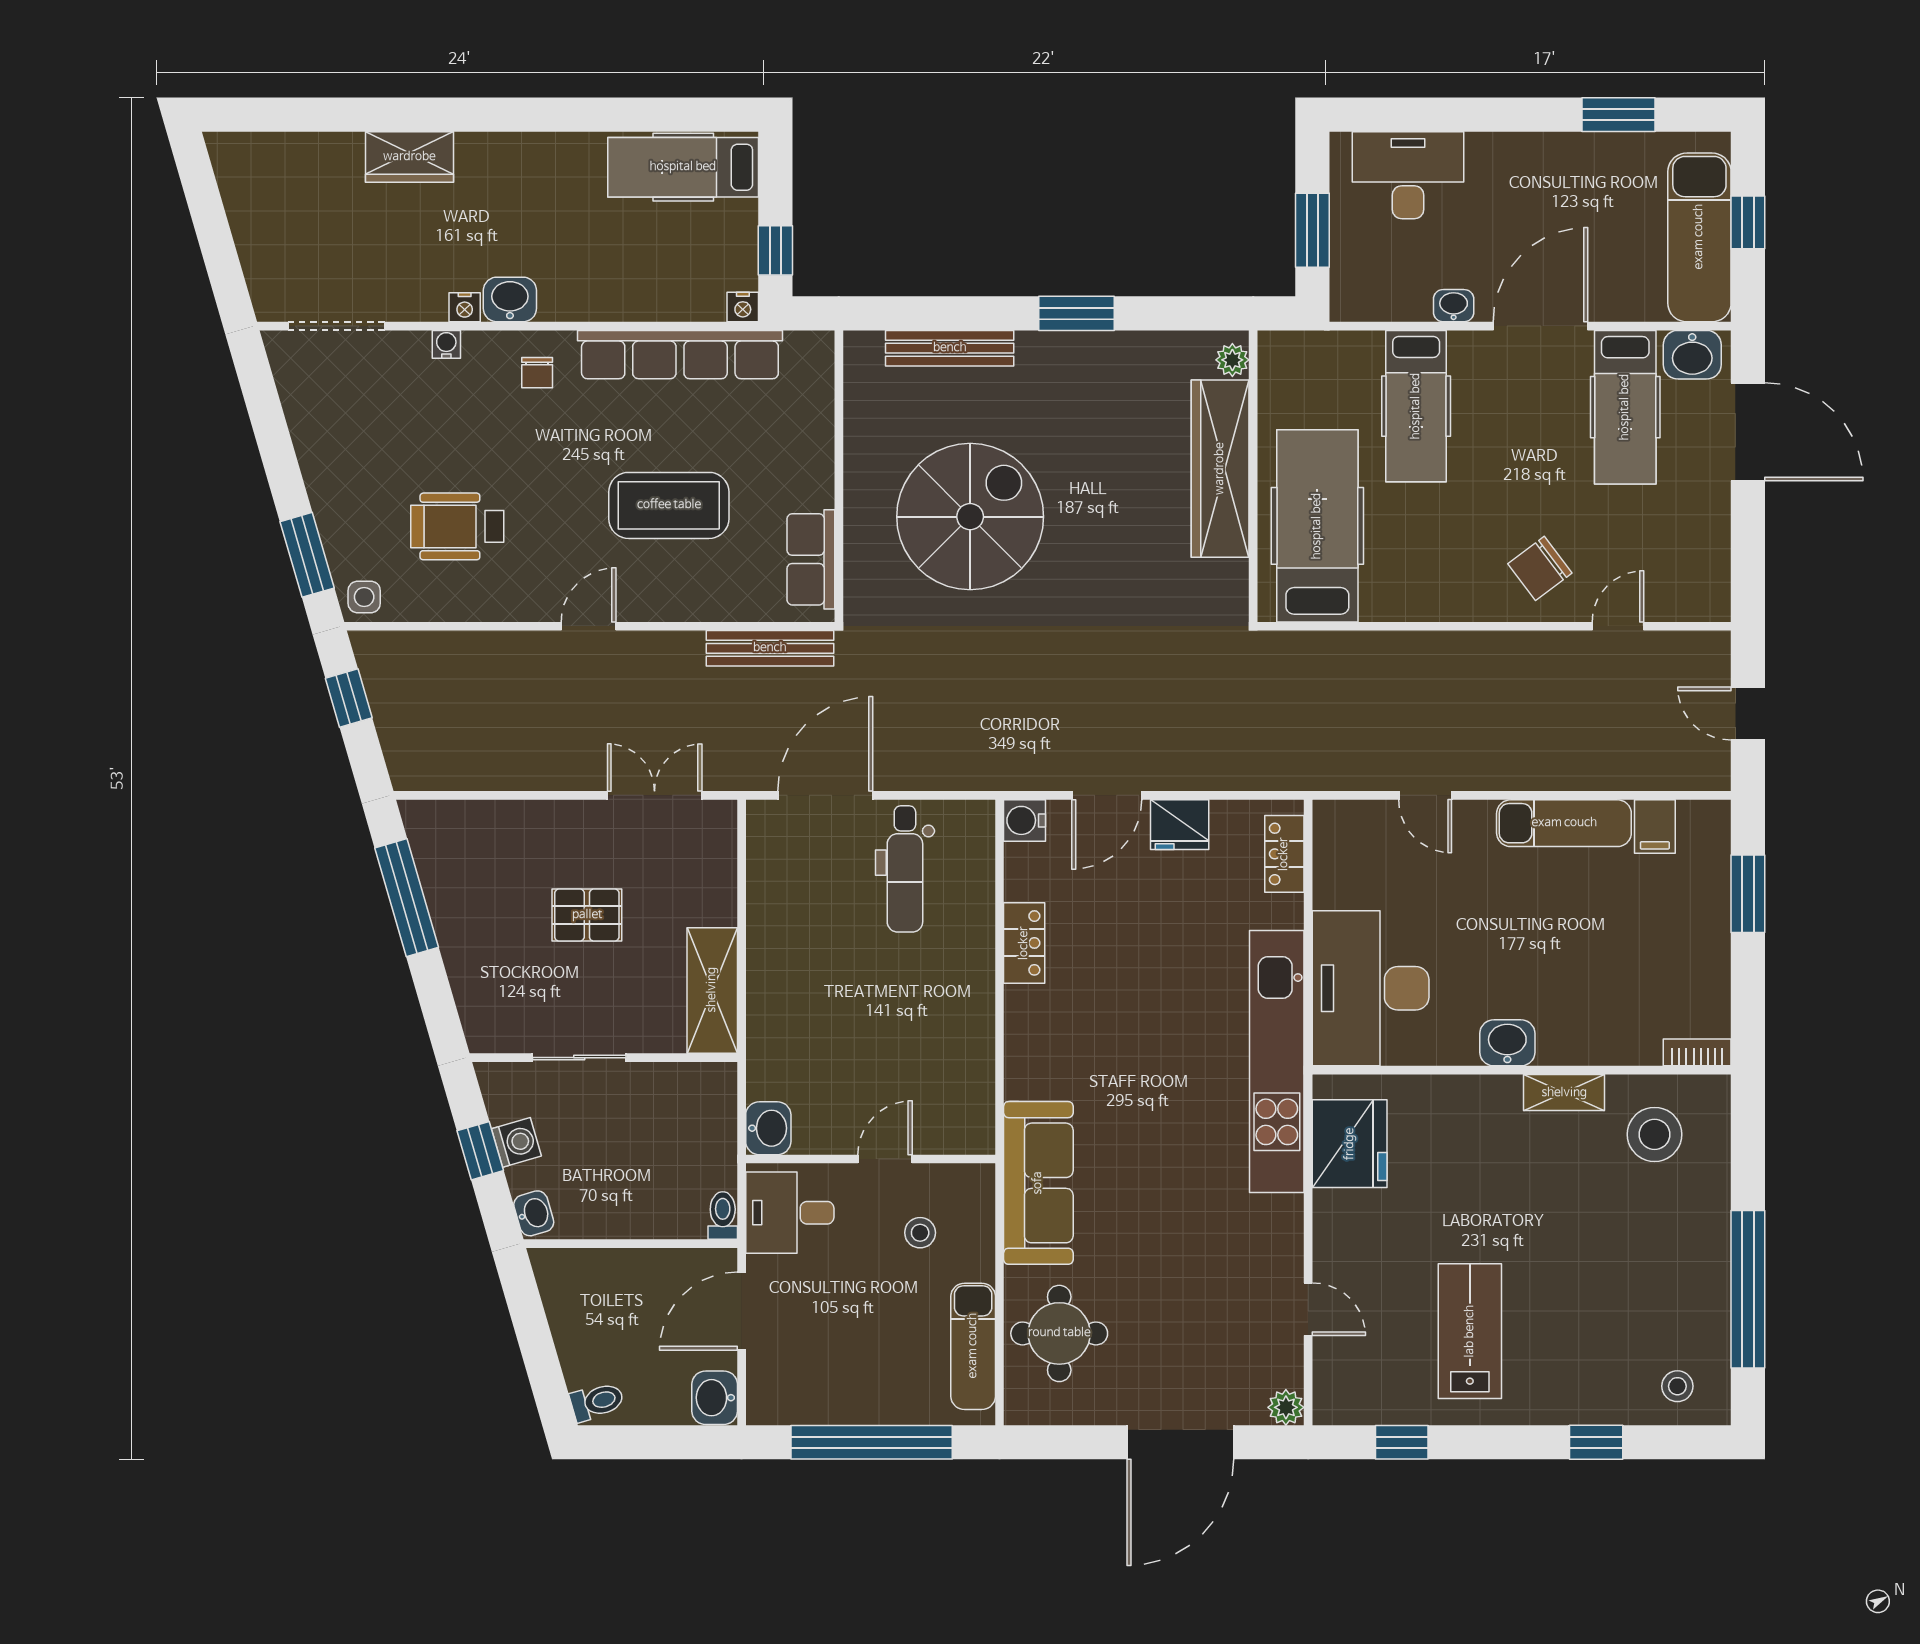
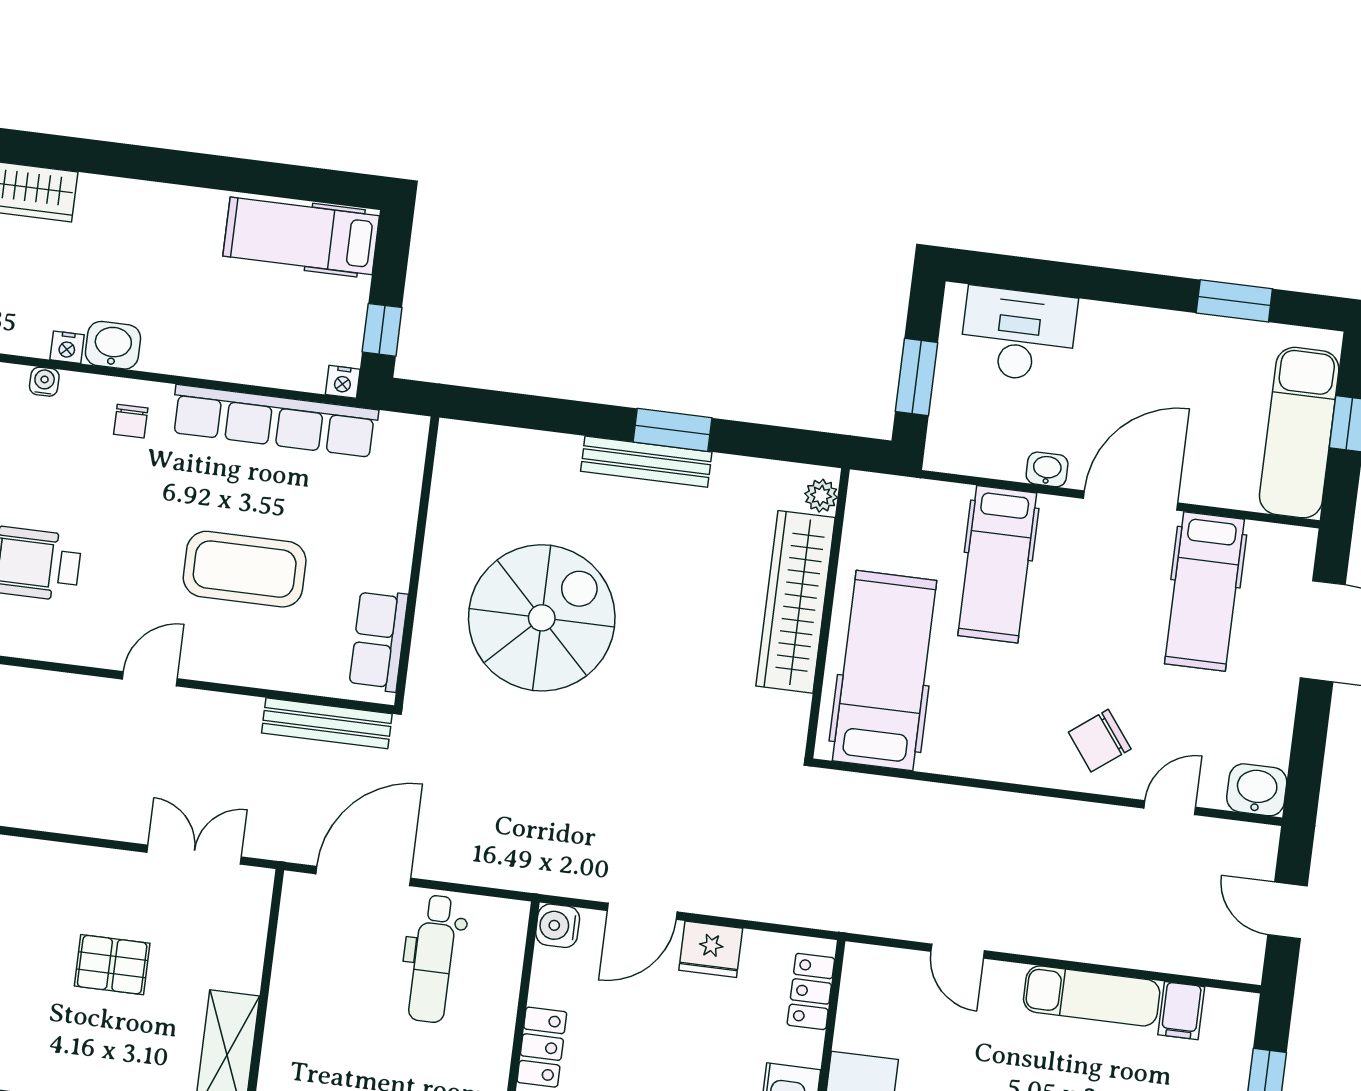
bench: (950, 348) -> (646, 462), moved
washbasin: (1692, 355) -> (1257, 790), moved, turned 180

